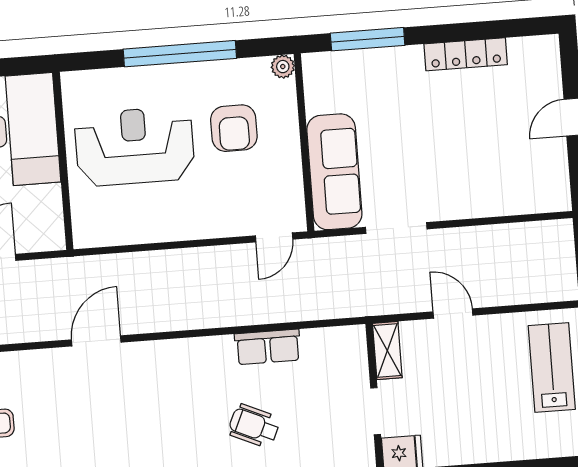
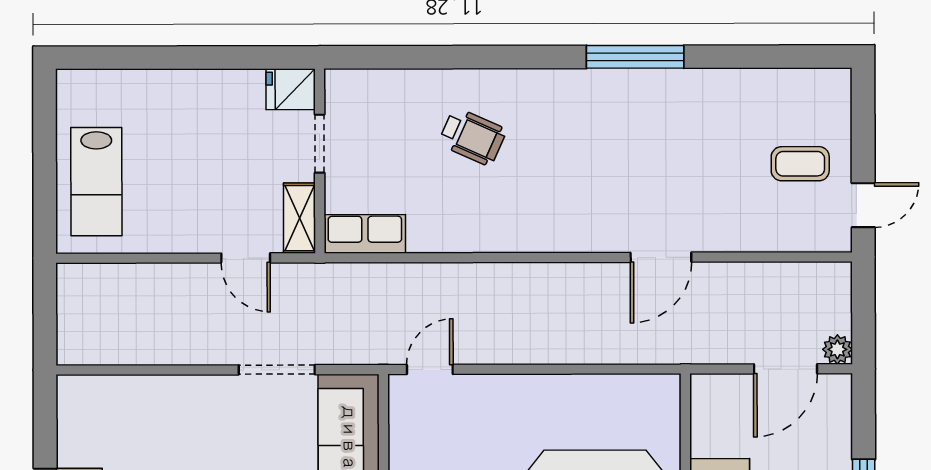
door: (453, 314) -> (246, 258), moved
row of seats: (268, 347) -> (365, 234), moved

